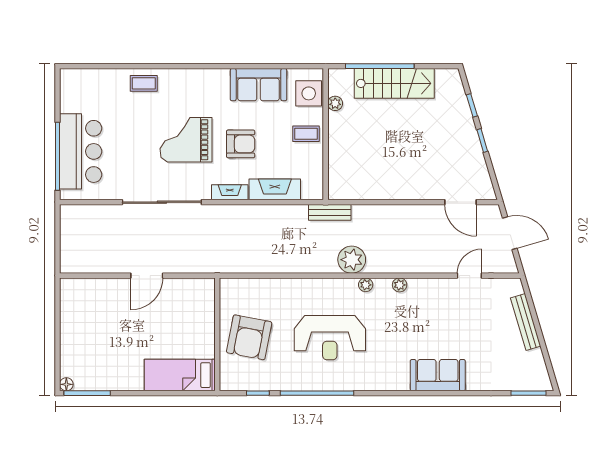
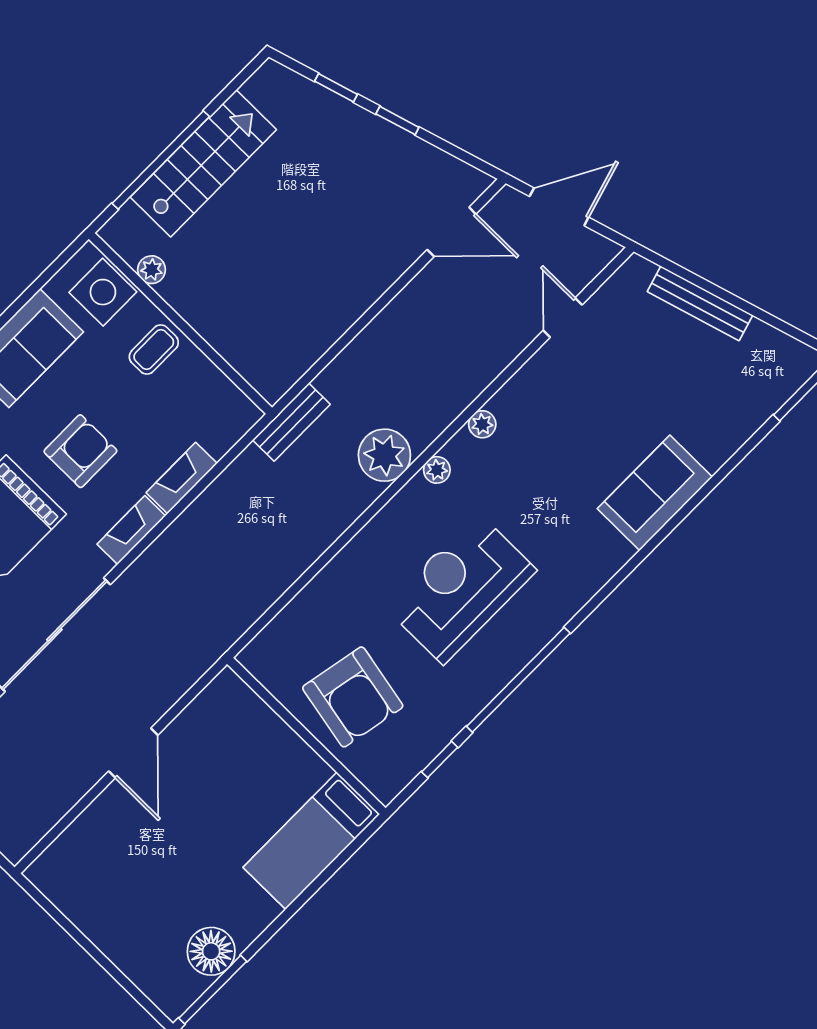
fireplace: (275, 189) -> (182, 478), width x0.73, depth x0.76
reception desk: (330, 338) -> (460, 588), turned 180
floor lamp: (66, 384) -> (211, 951), moved, width x1.89, depth x1.89

